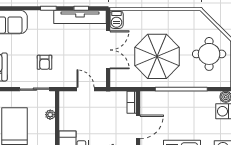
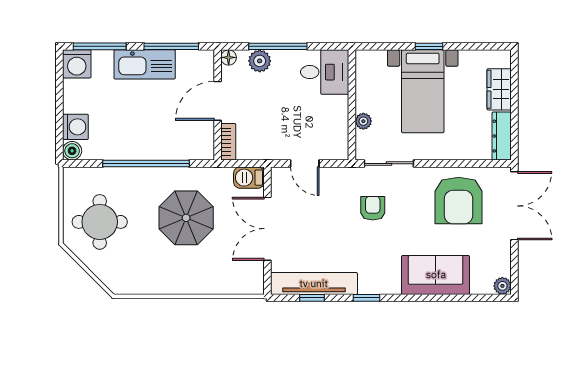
barbecue: (117, 19) -> (249, 178), moved, turned -90
parasol: (157, 56) -> (186, 218), width x0.73, depth x0.73

